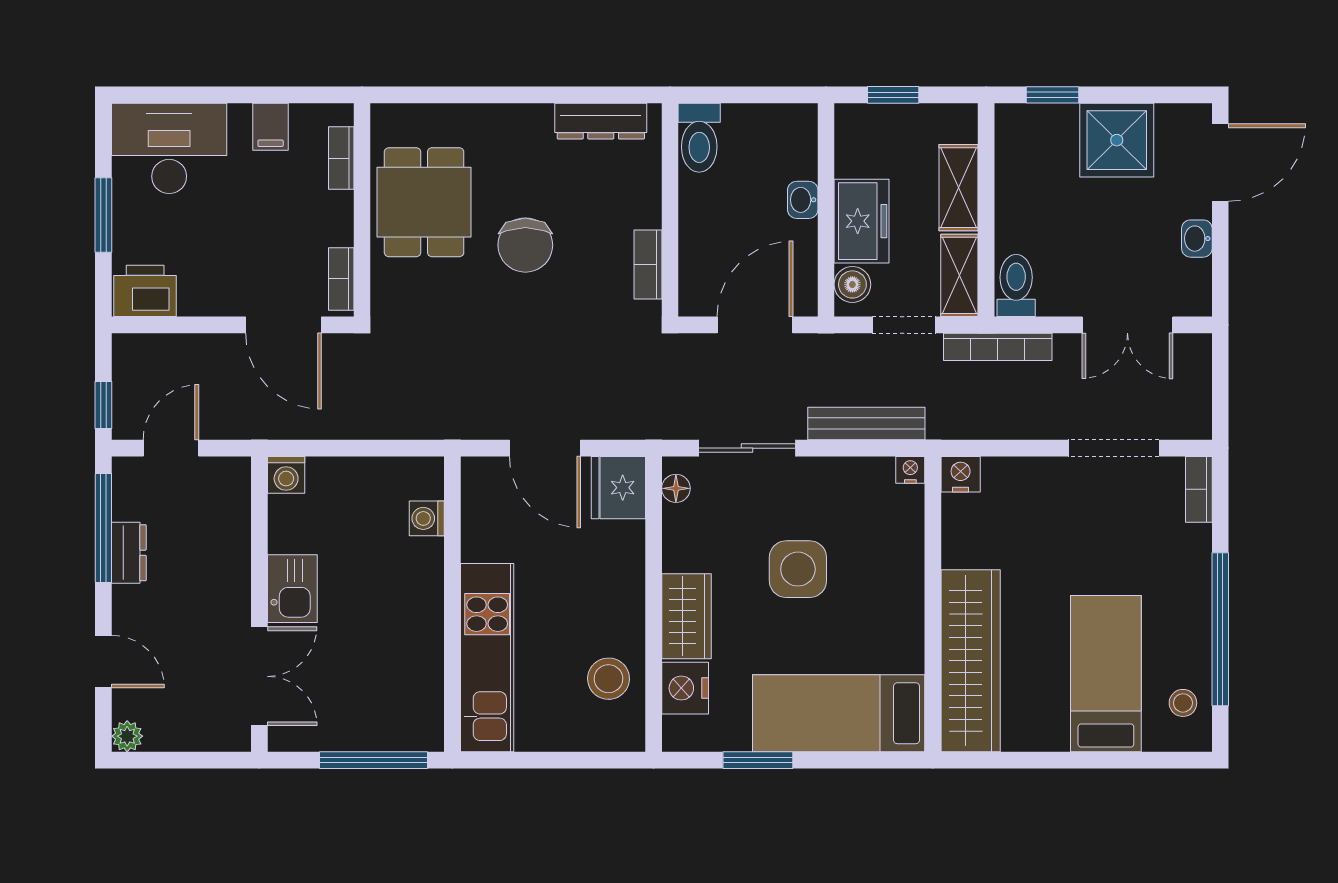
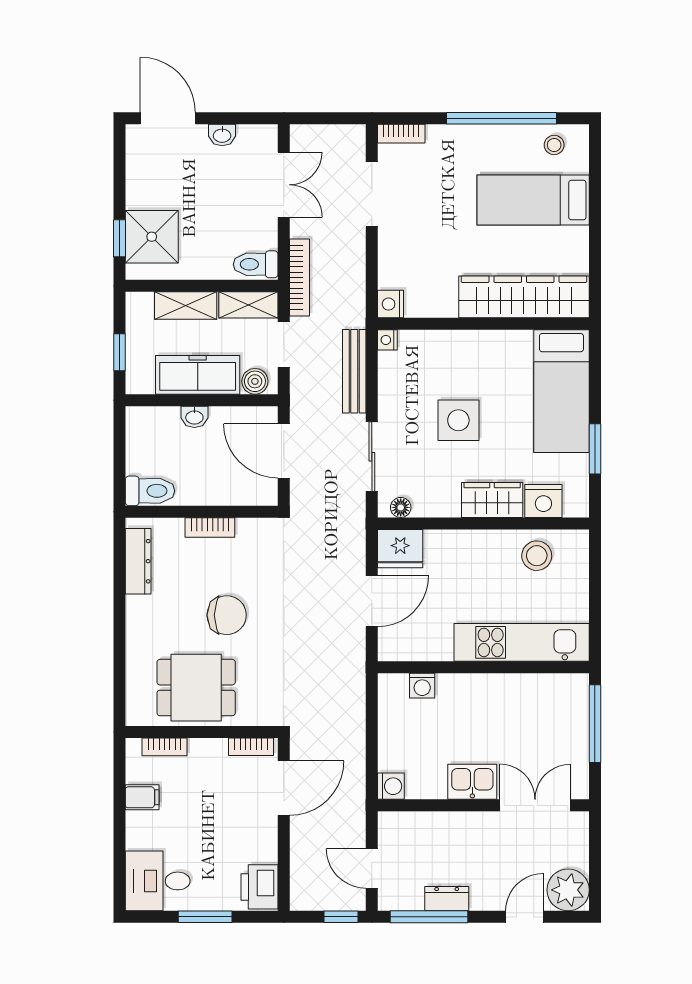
shower: (1117, 140) -> (152, 237), moved
desk: (169, 148) -> (158, 881), width x0.73
freezer: (861, 221) -> (198, 375), width x1.40
bookcase: (648, 264) -> (210, 528), moved
plant: (127, 736) -> (568, 890), width x1.88, depth x1.88

